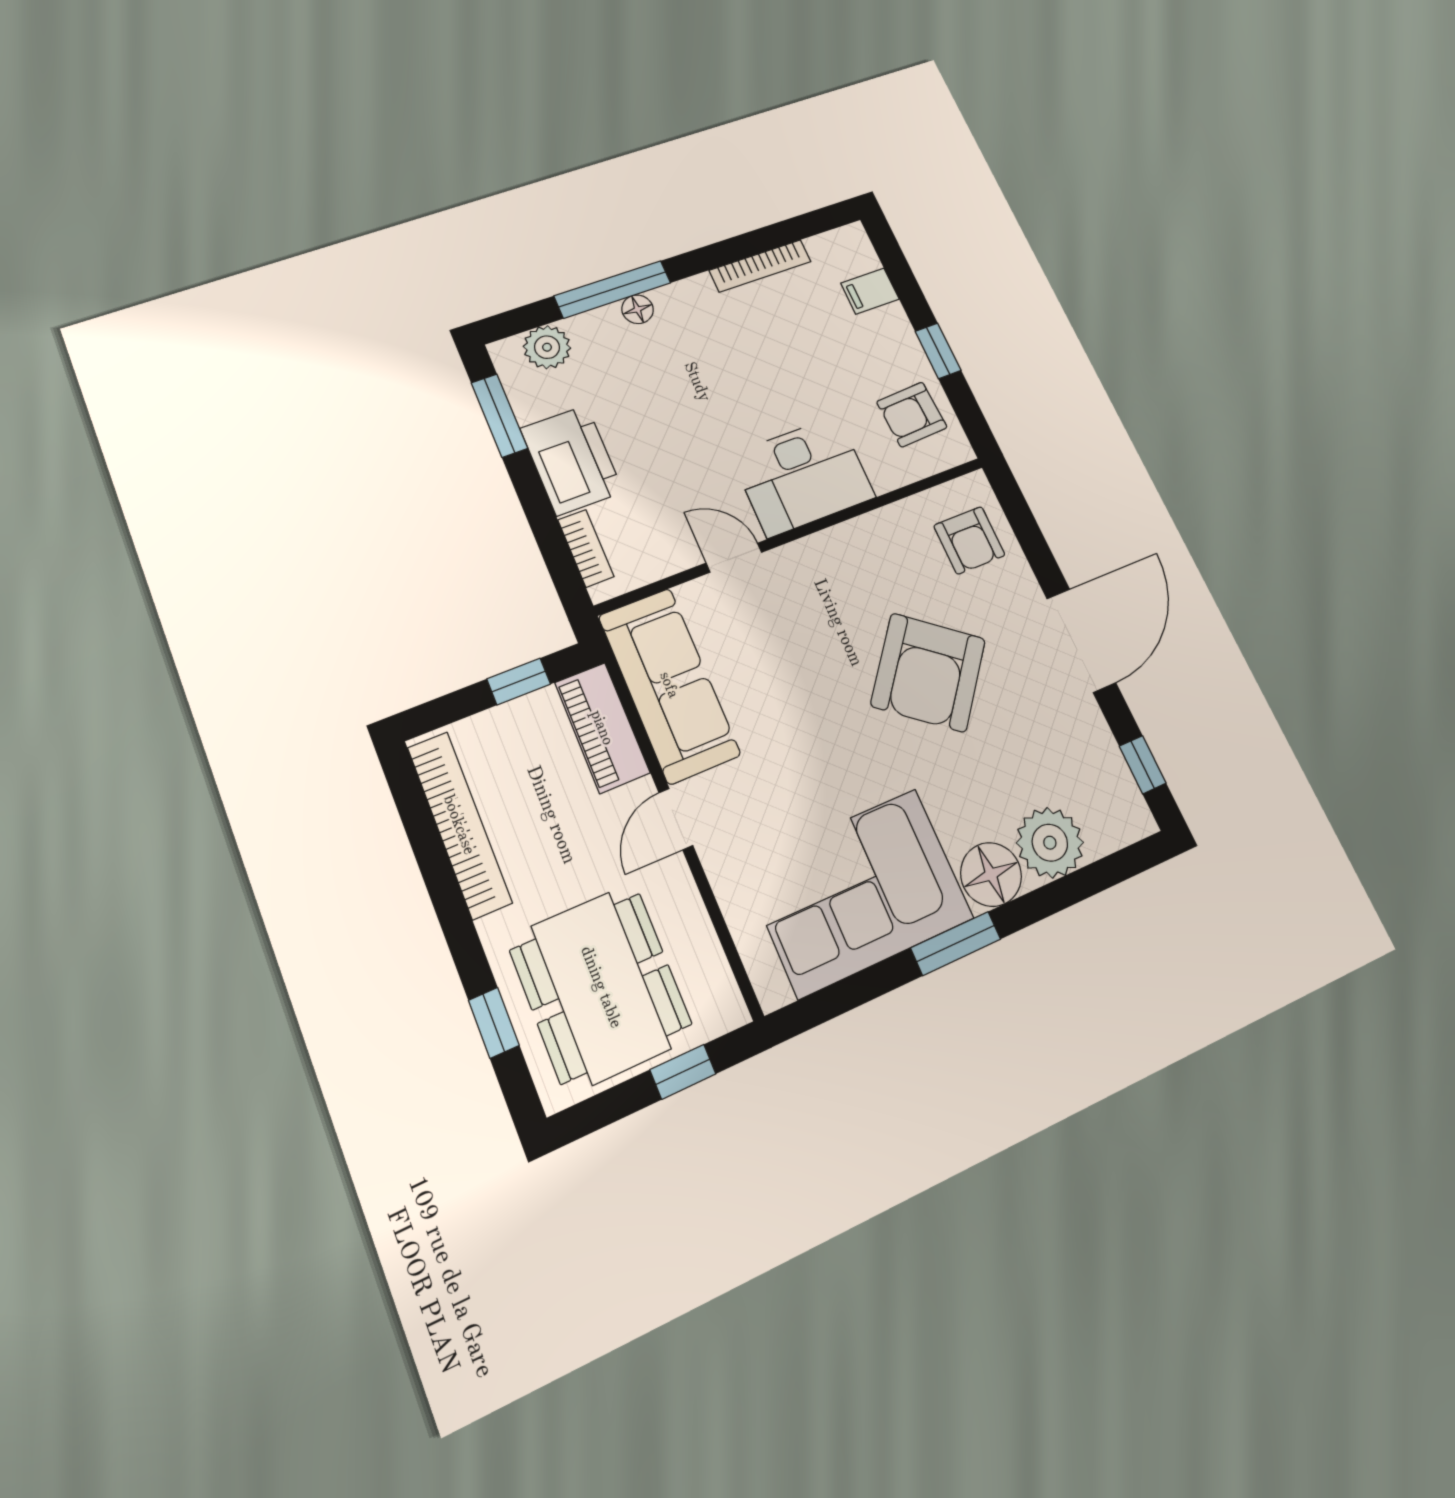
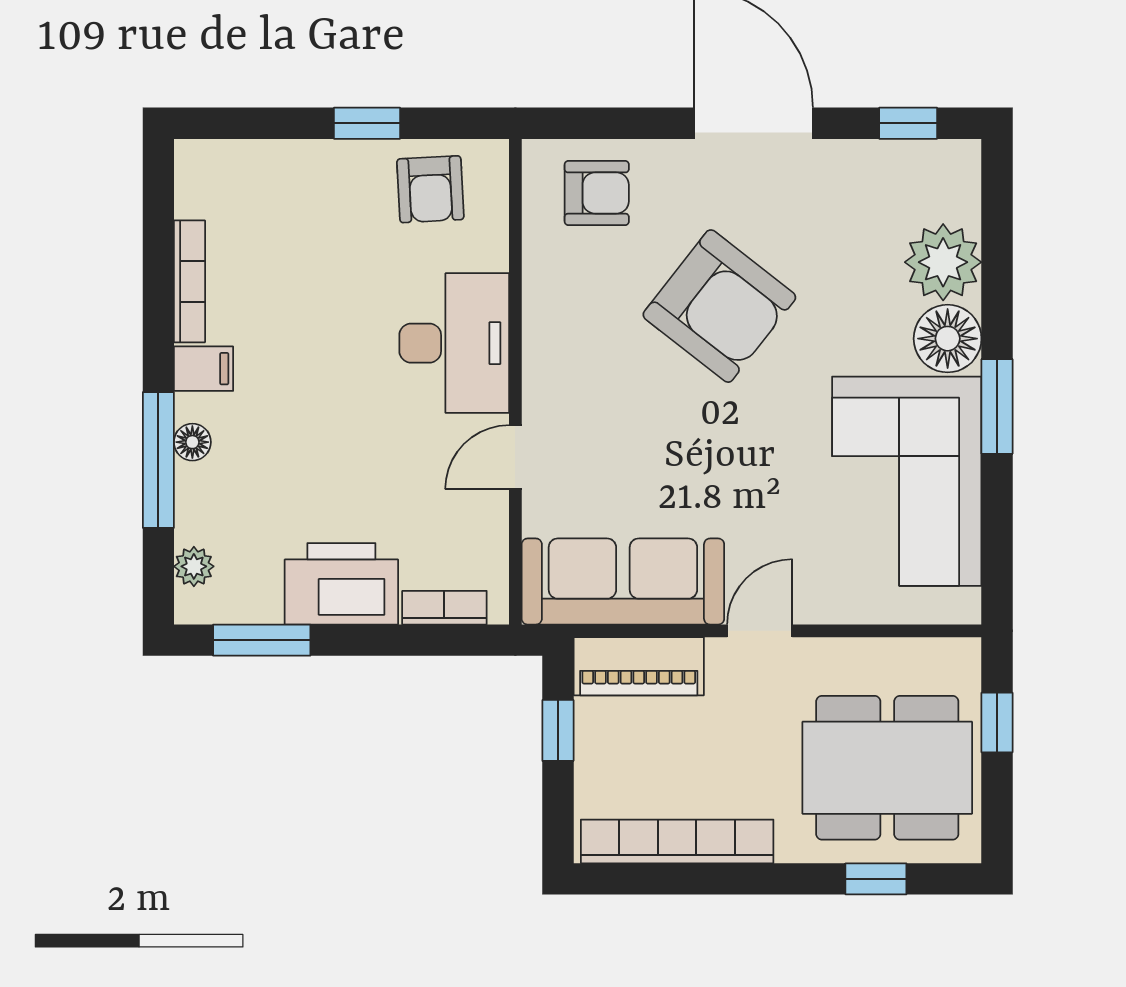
filing cabinet: (870, 291) -> (204, 369), moved, turned -90
plant: (547, 347) -> (194, 566), width x0.73, depth x0.73
door: (676, 819) -> (760, 631), swing flipped

